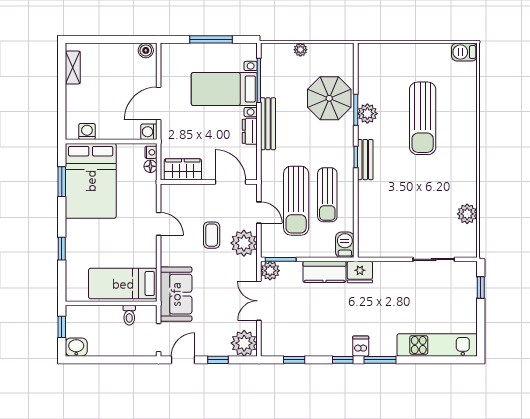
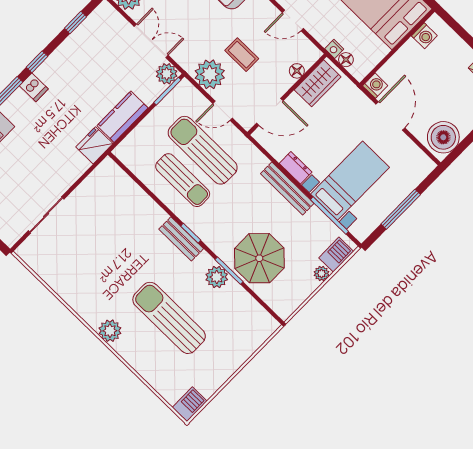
boiler: (146, 50) -> (443, 137), width x1.86, depth x1.86
nightstand: (151, 152) -> (334, 49), moved
floor lamp: (188, 190) -> (297, 71), added
sun lounger: (327, 195) -> (183, 180), turned 180
plant: (467, 214) -> (110, 331), moved
barbecue: (345, 245) -> (336, 255), moved, turned -90

